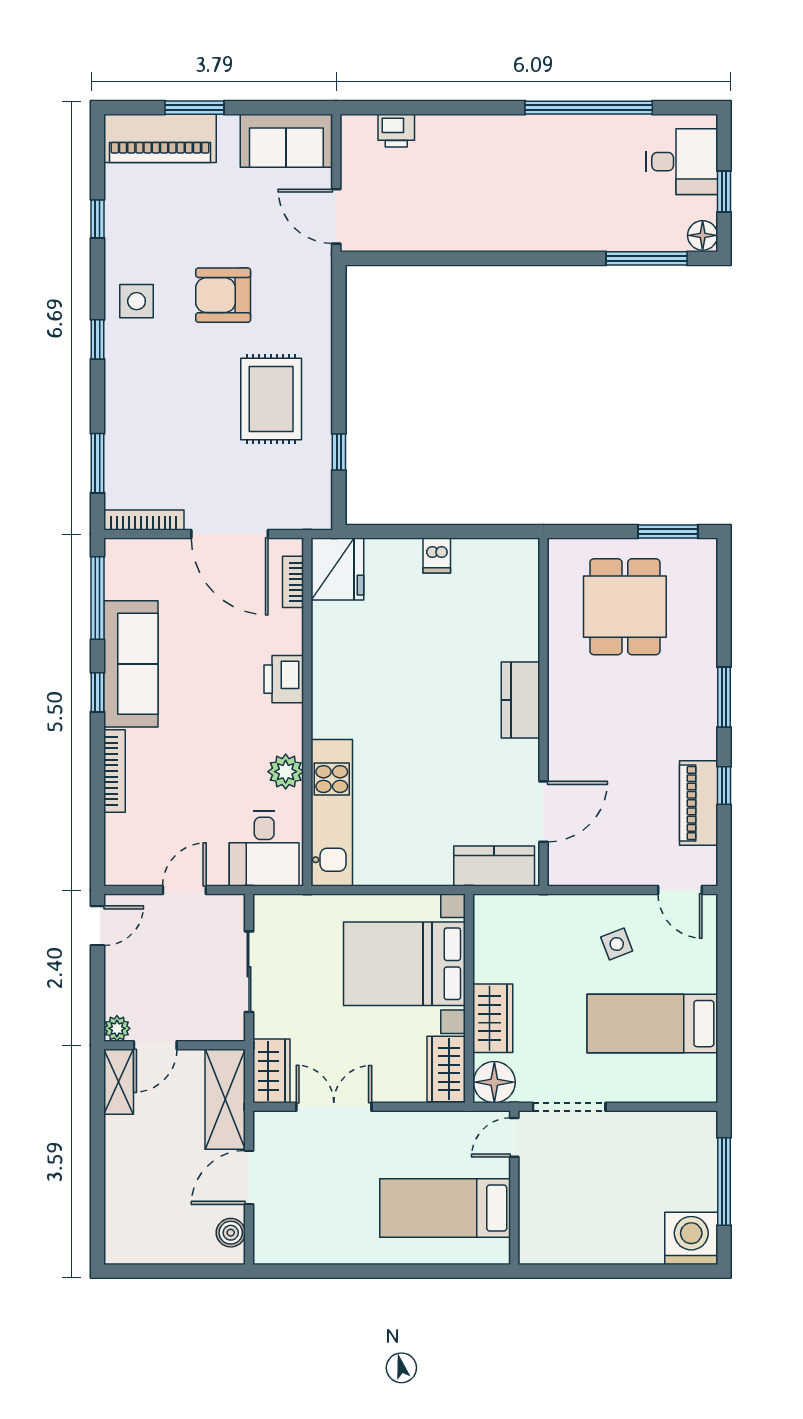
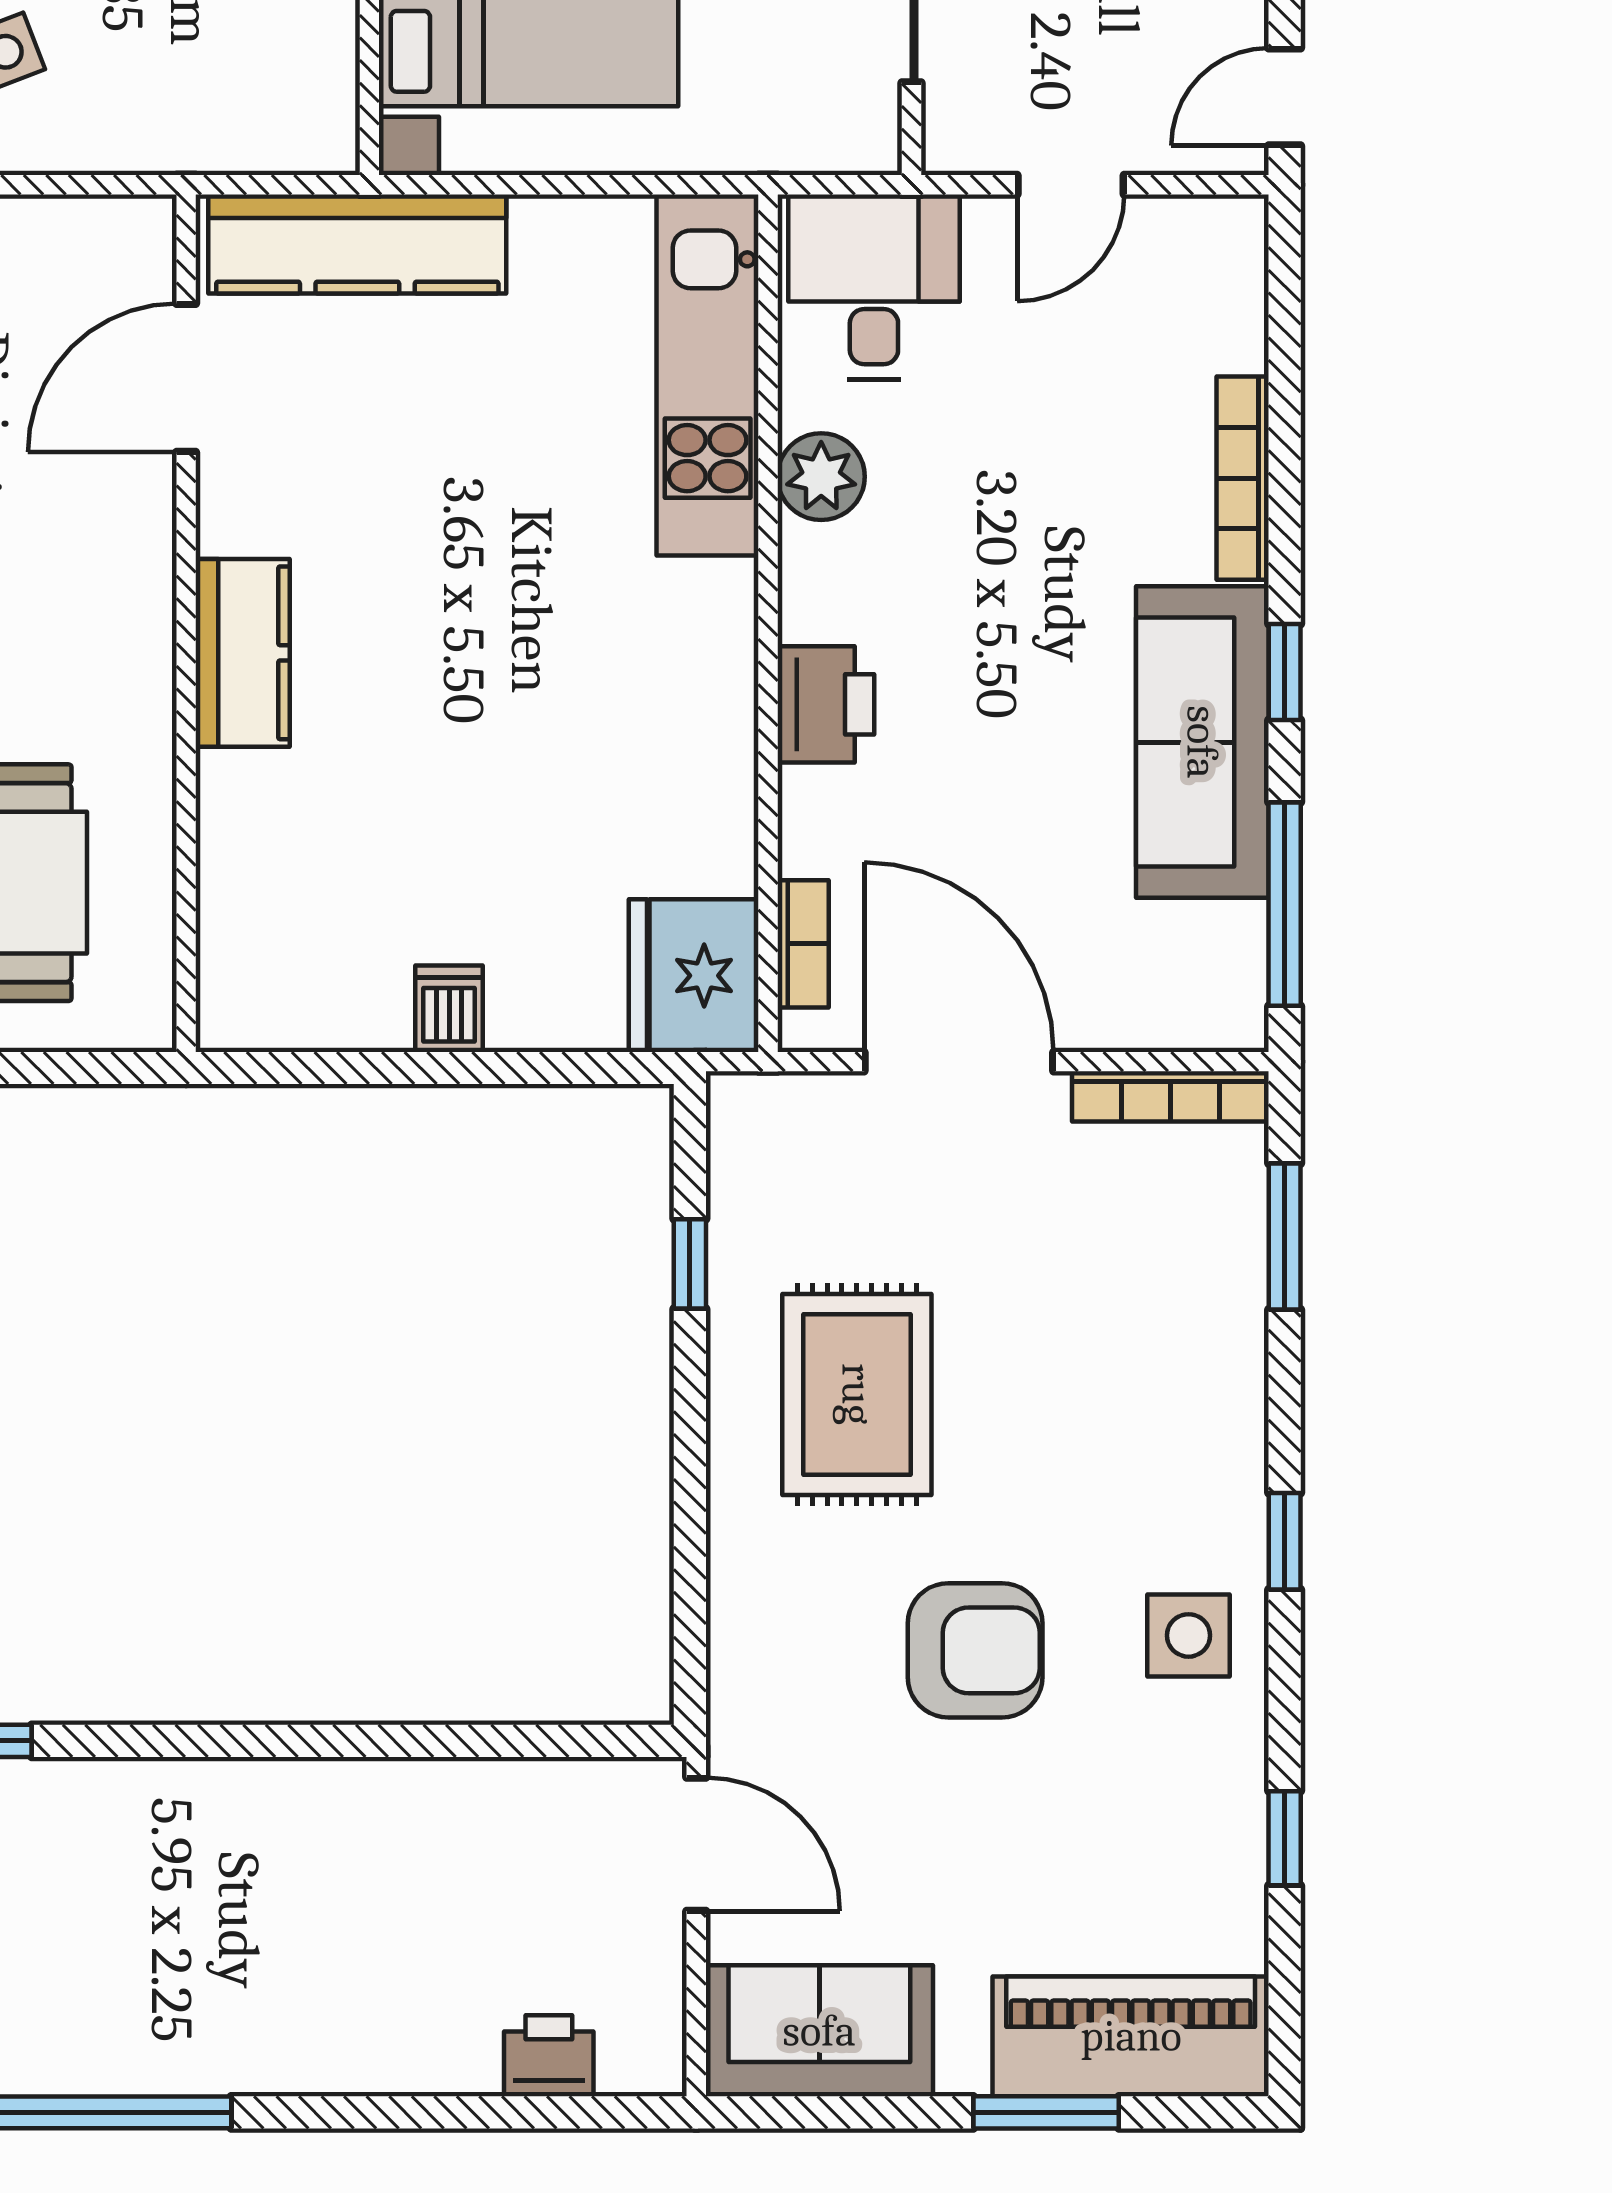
kitchen counter: (494, 866) -> (357, 244), width x1.50

